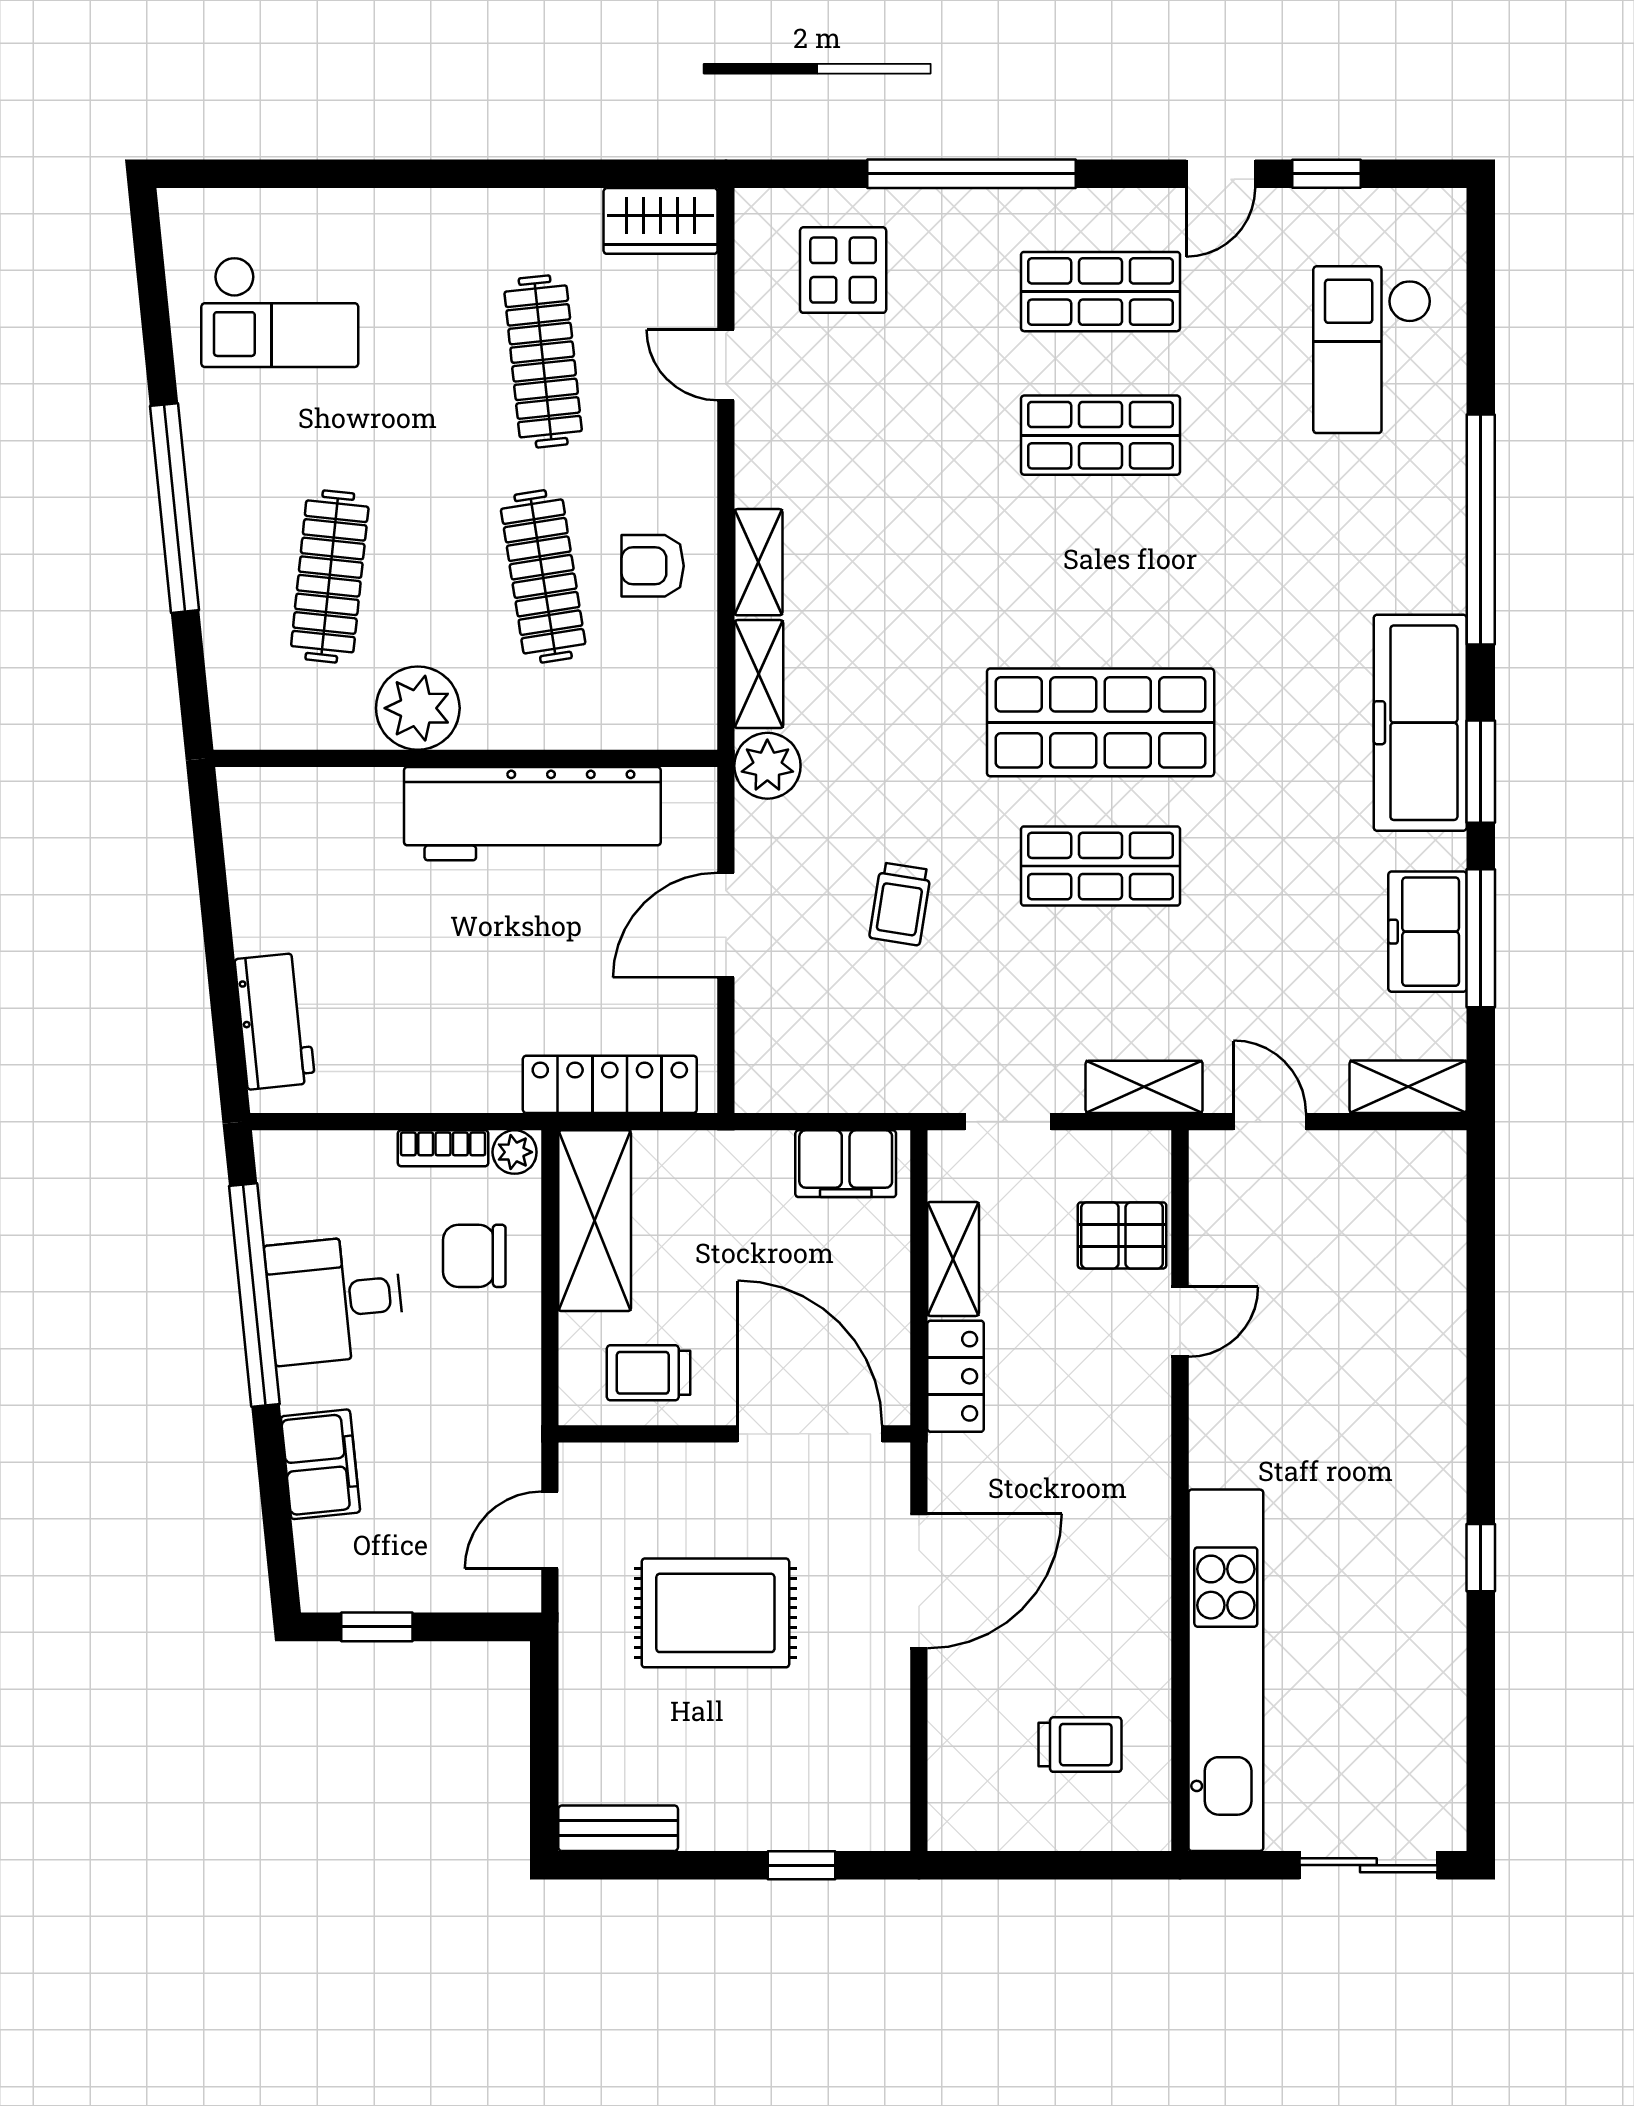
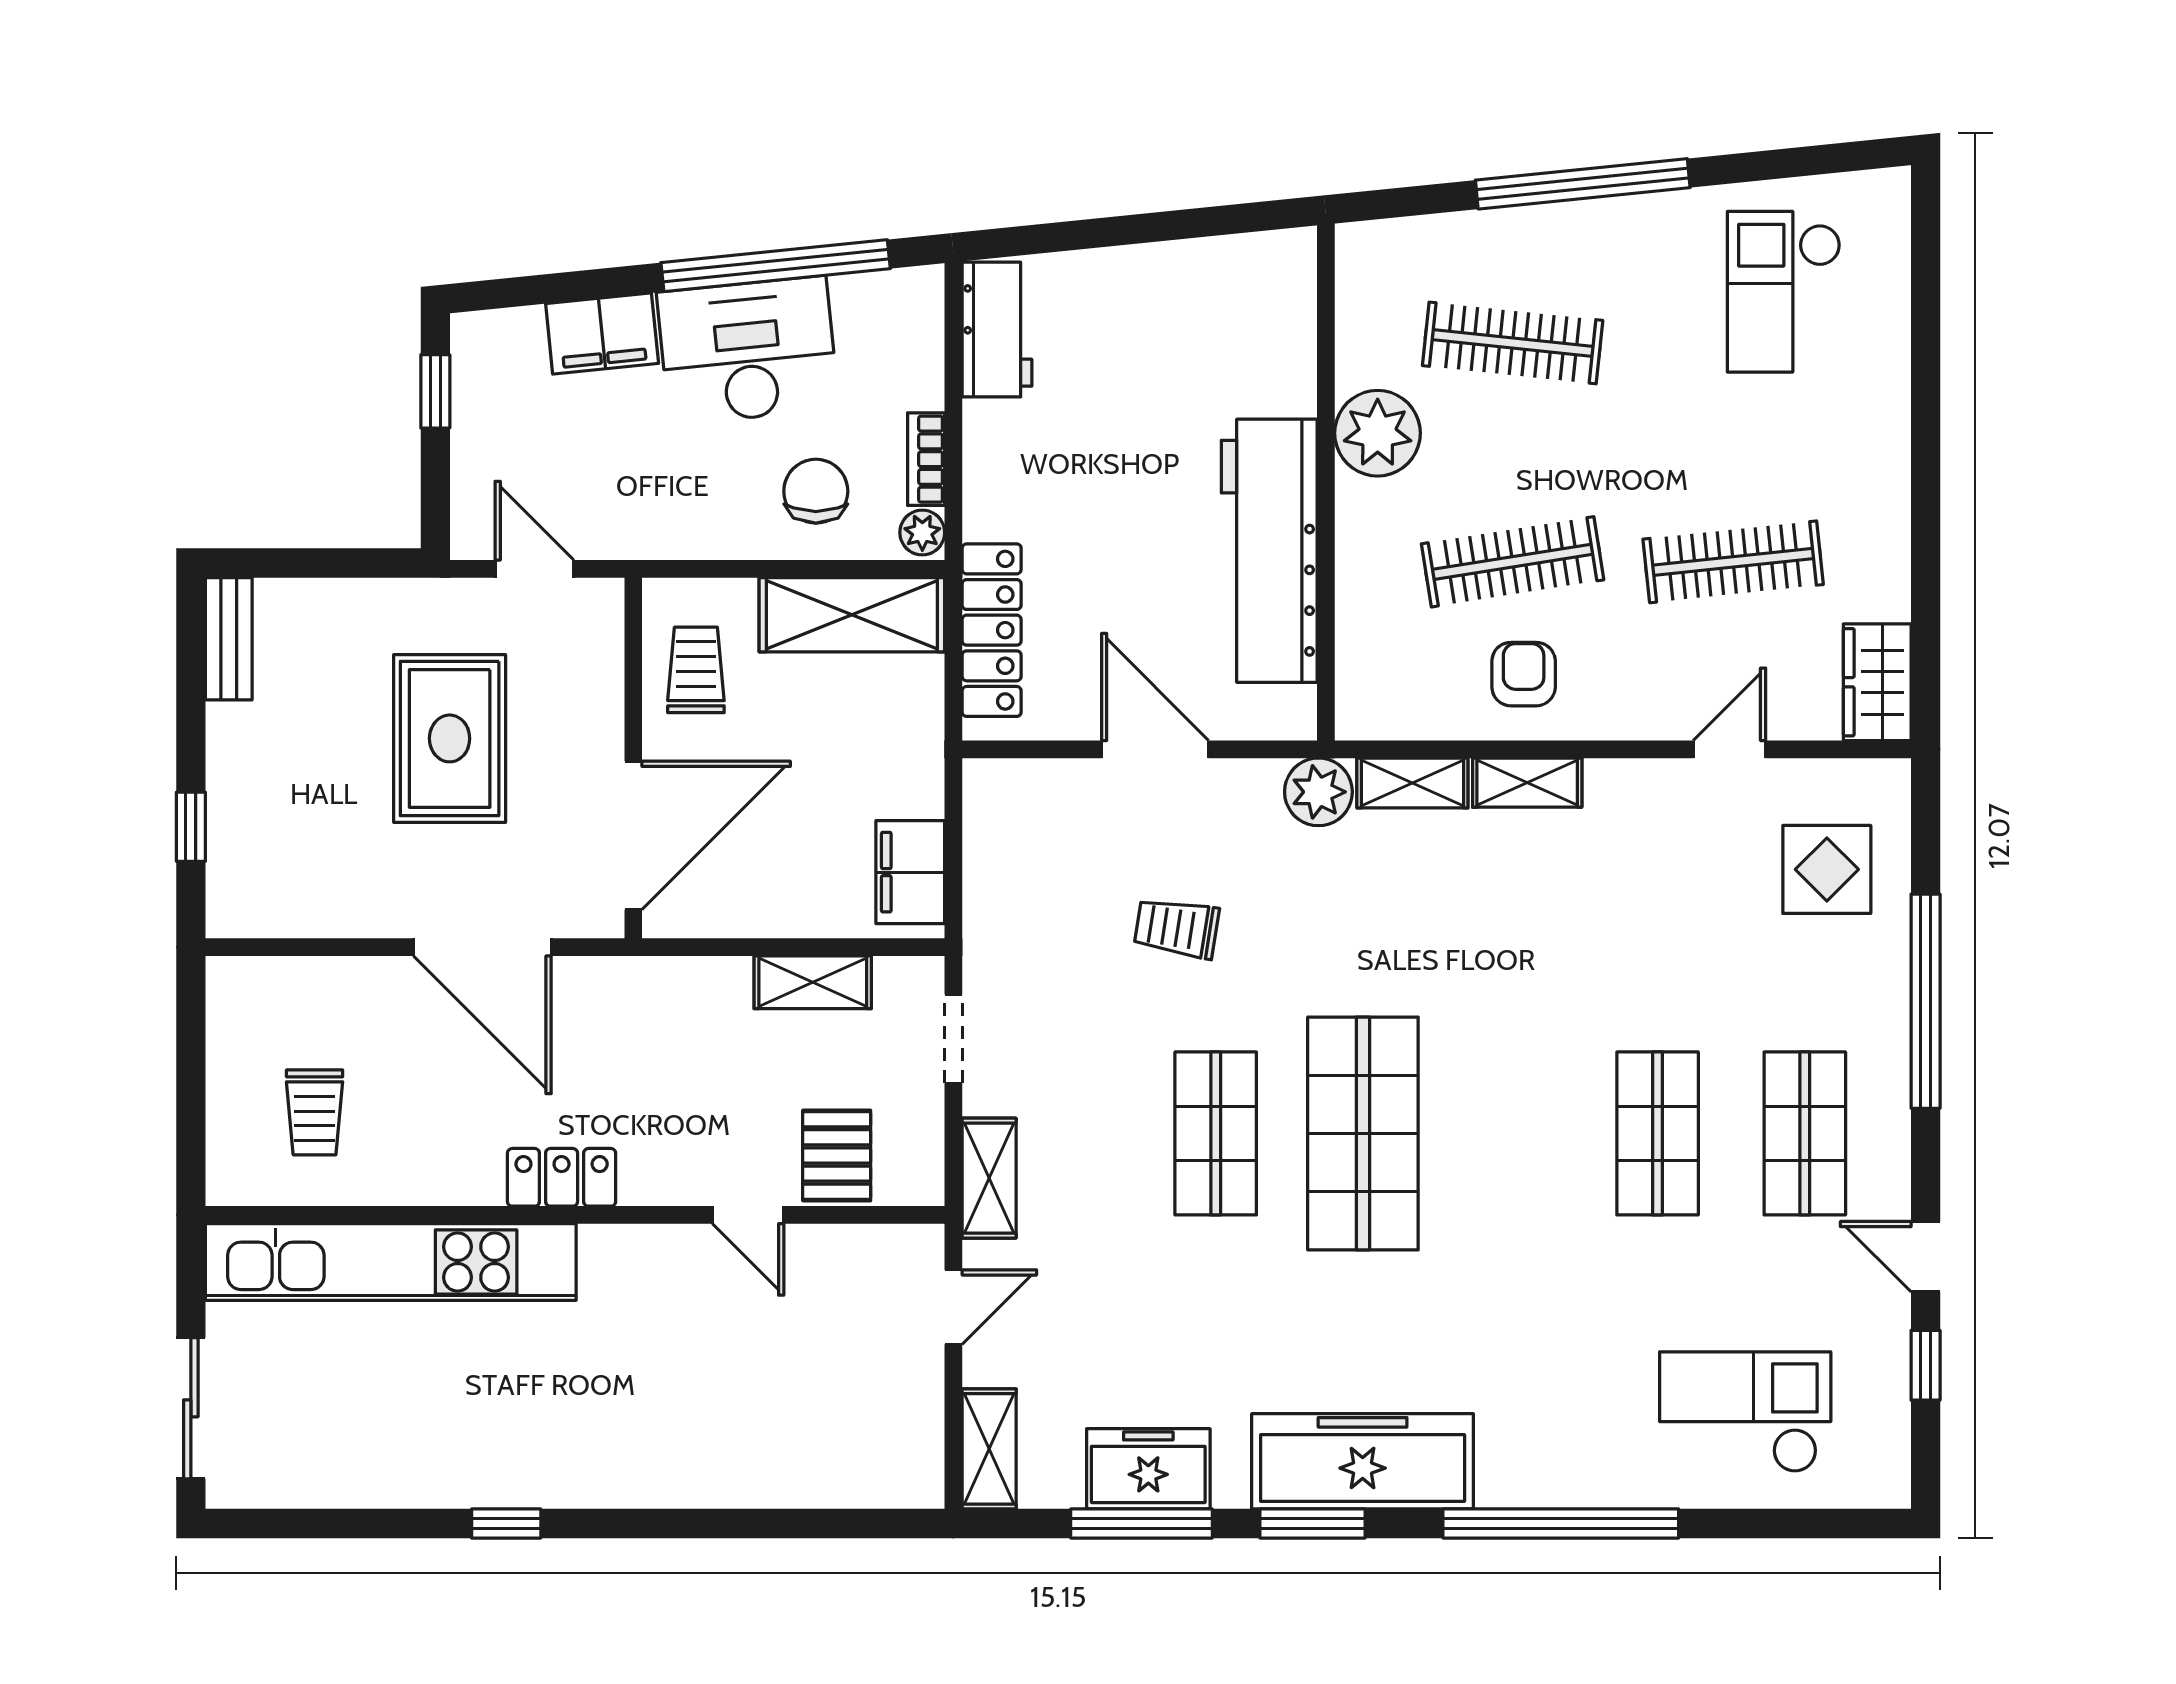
workbench: (275, 1021) -> (997, 330), moved, turned -84
desk: (335, 1300) -> (748, 350), width x1.37
locker: (956, 1376) -> (562, 1177), moved, turned 180

